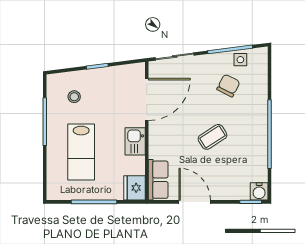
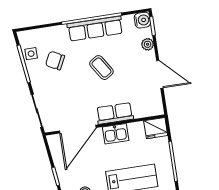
door: (147, 99) -> (78, 129), swing flipped
row of seats: (258, 136) -> (95, 29), added
row of seats: (158, 180) -> (115, 113), moved
plant: (231, 193) -> (148, 44), added
door: (195, 202) -> (160, 74), swing flipped

